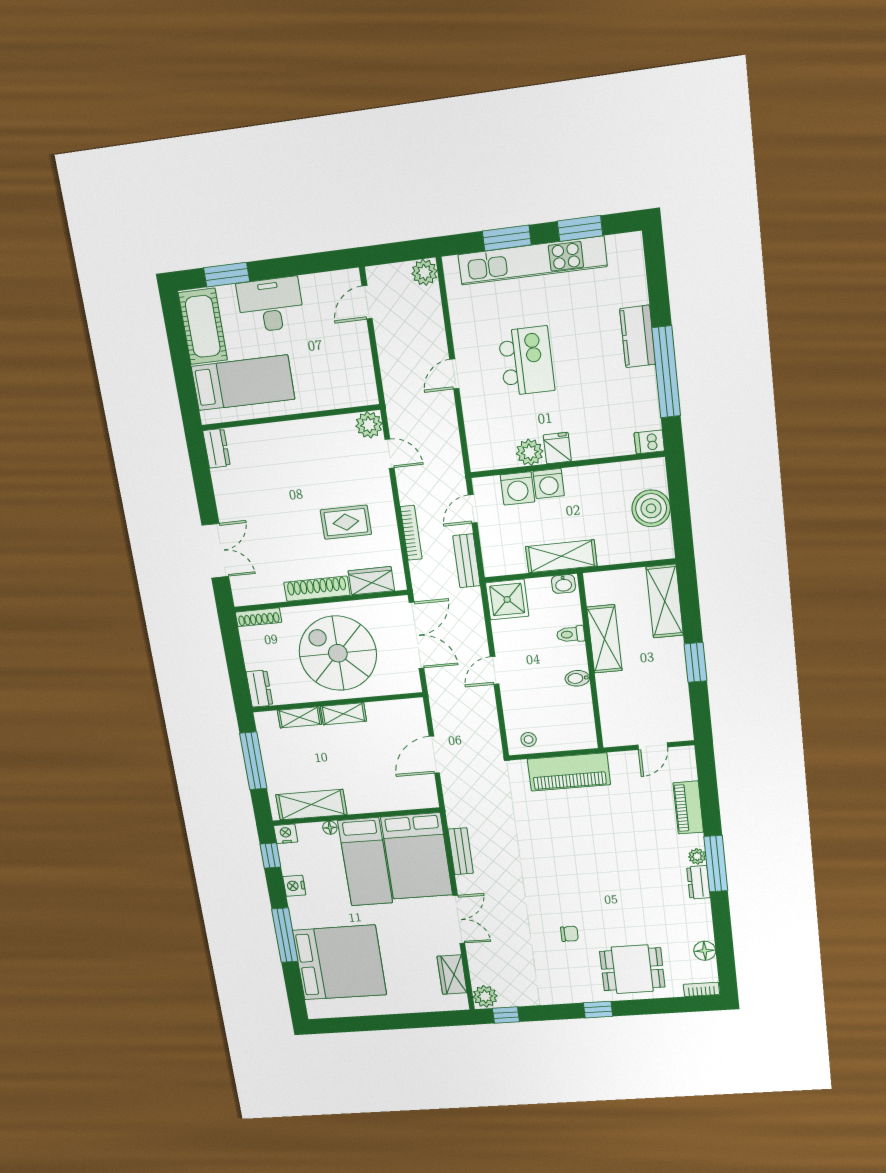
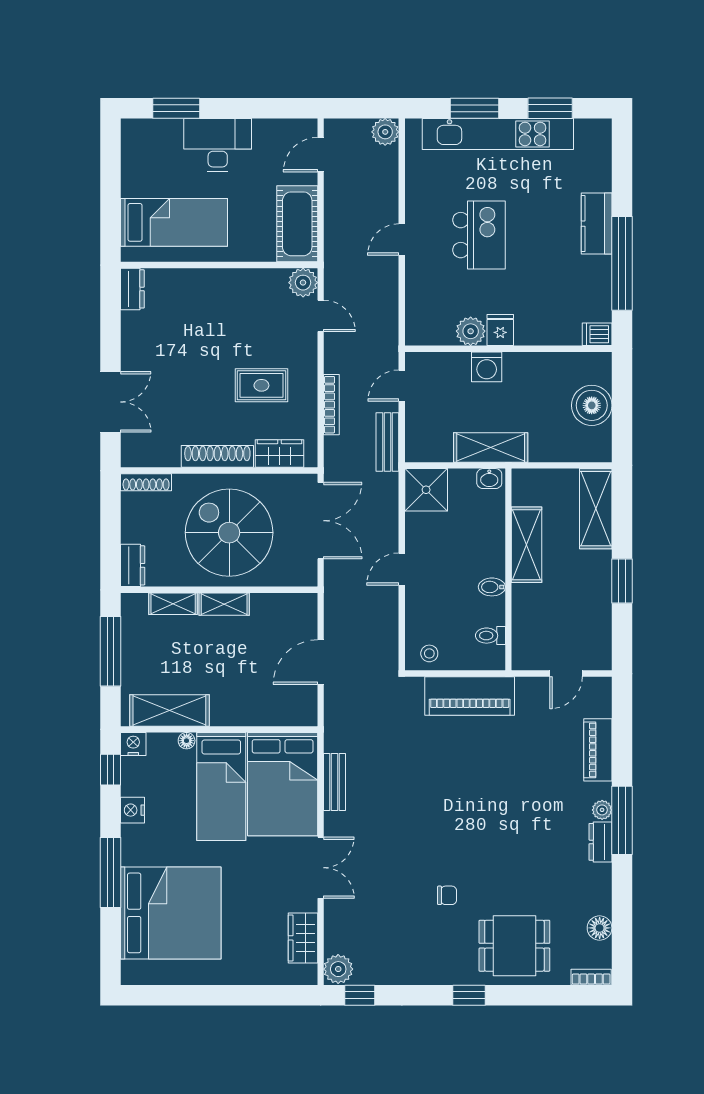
cot: (203, 326) -> (297, 224), moved
washing machine: (518, 488) -> (453, 368), removed
toilet: (571, 634) -> (490, 636), moved

